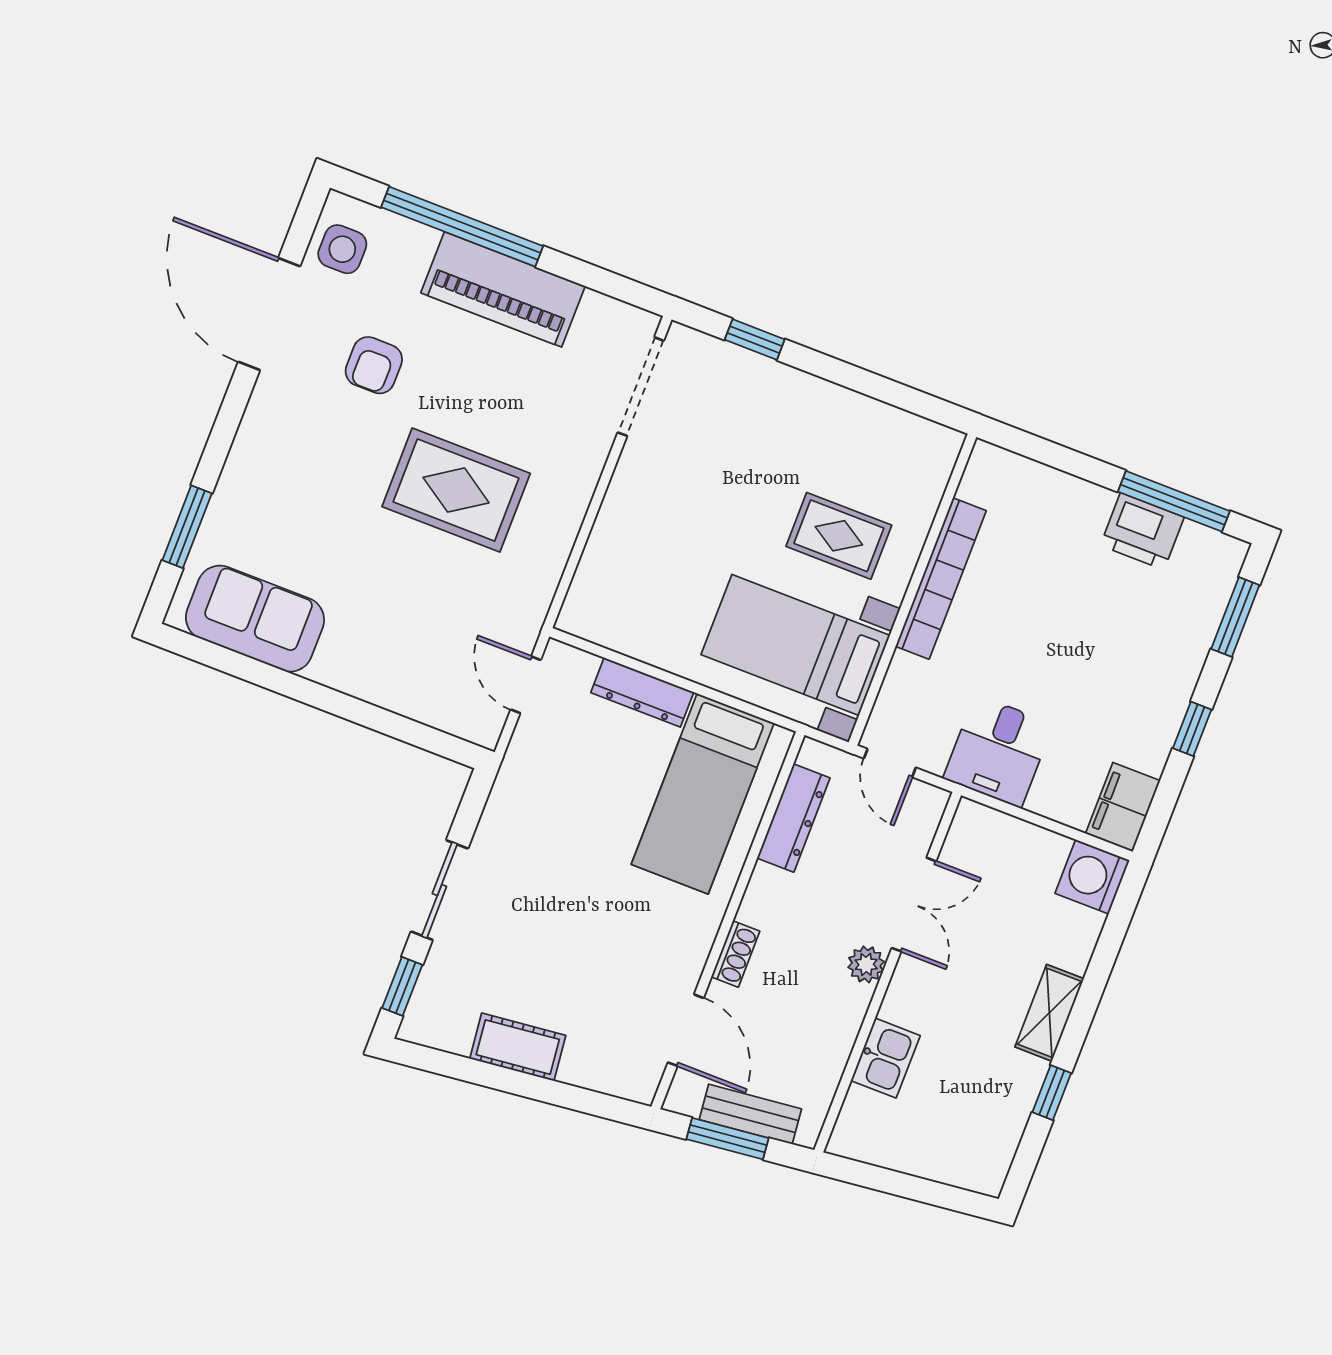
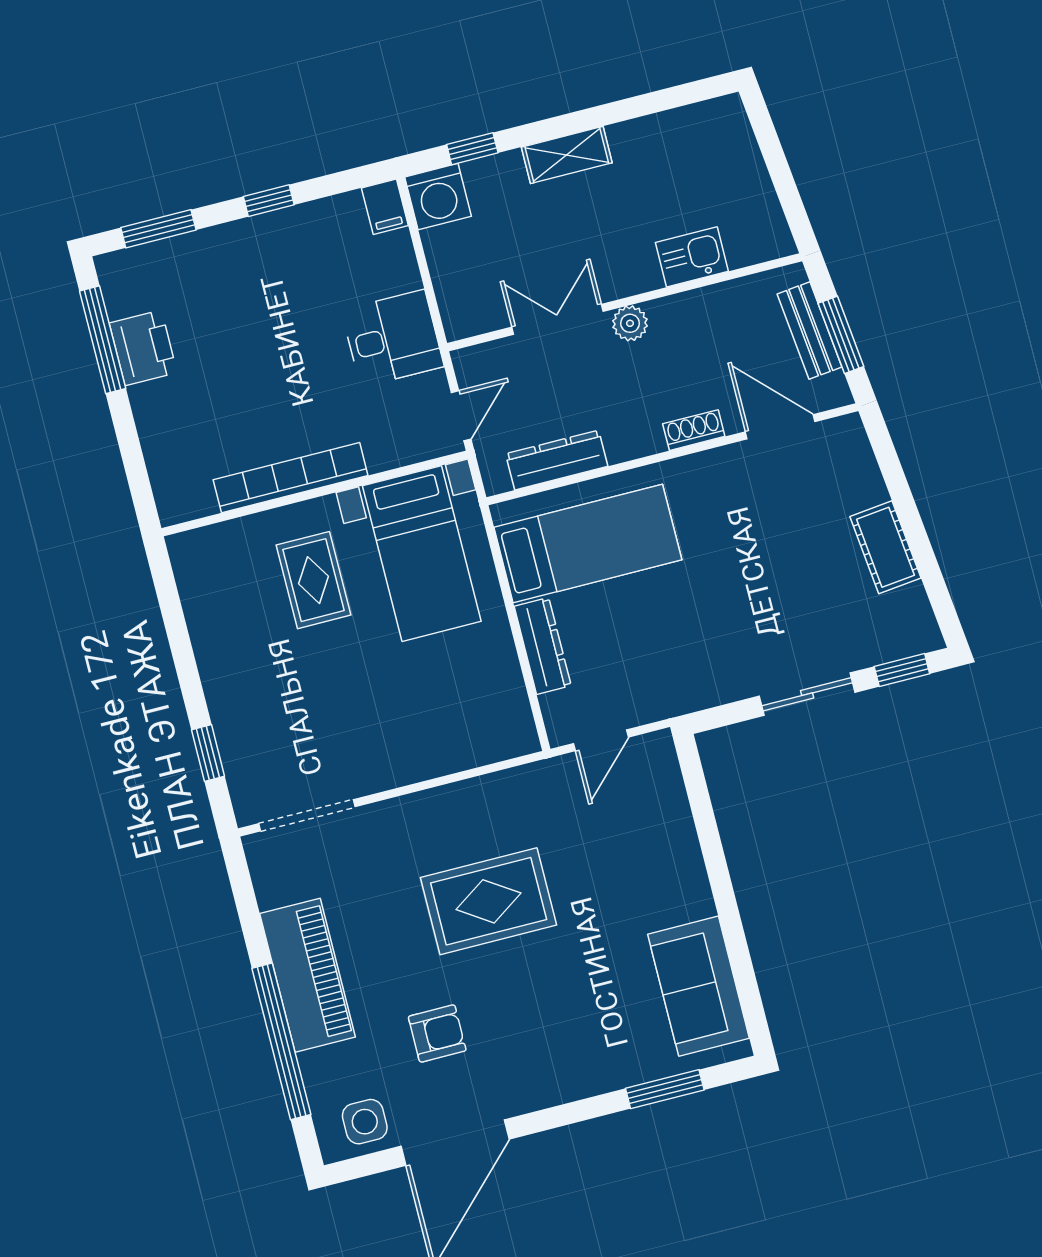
rug: (456, 490) -> (489, 901), turned 90
filing cabinet: (1123, 807) -> (385, 207), width x0.50
door: (686, 1030) -> (780, 427), hinge flipped
window: (1052, 1093) -> (472, 149), moved

